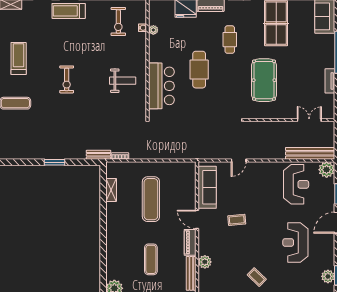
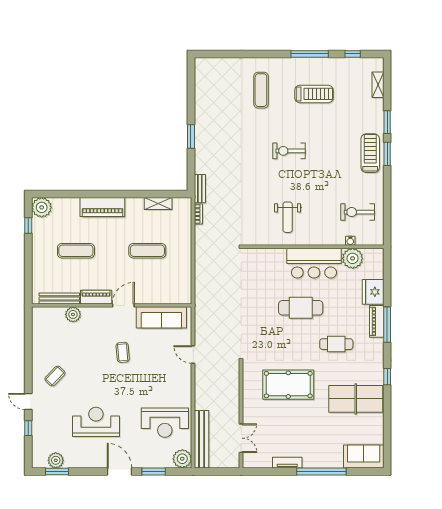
plant: (153, 30) -> (353, 258), width x1.88, depth x1.88
bar counter: (161, 86) -> (314, 263), moved
exercise mat: (151, 199) -> (147, 251), width x0.73, depth x0.69
piano: (114, 237) -> (102, 207), added

